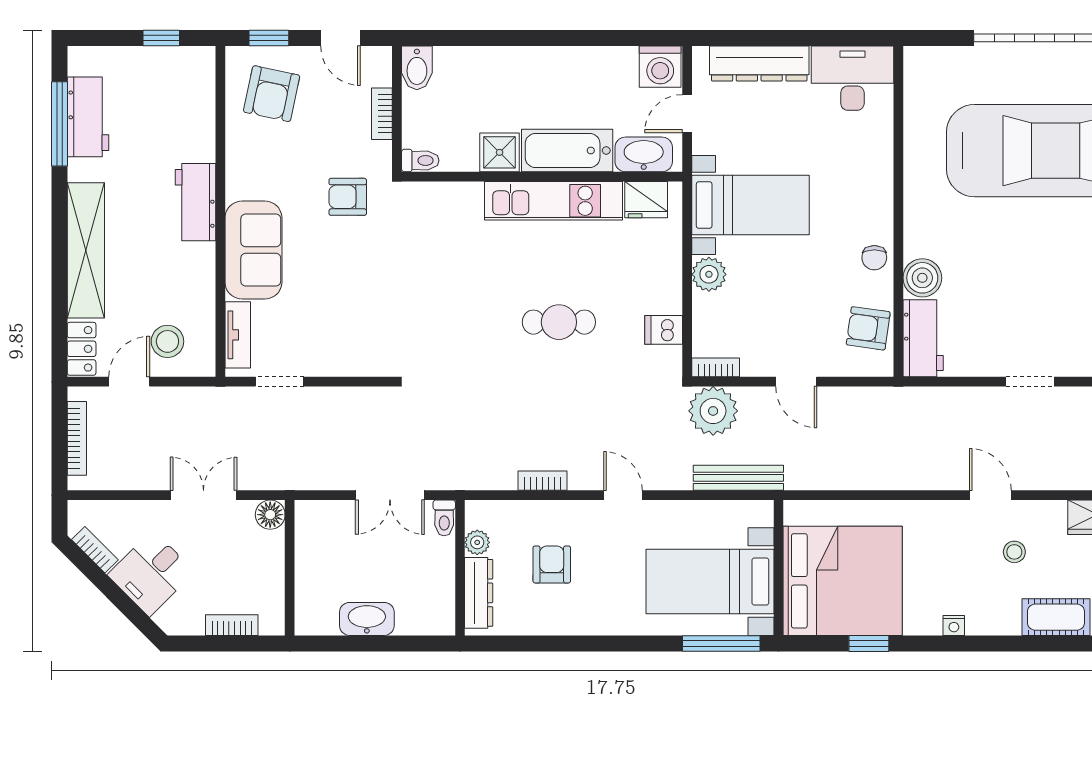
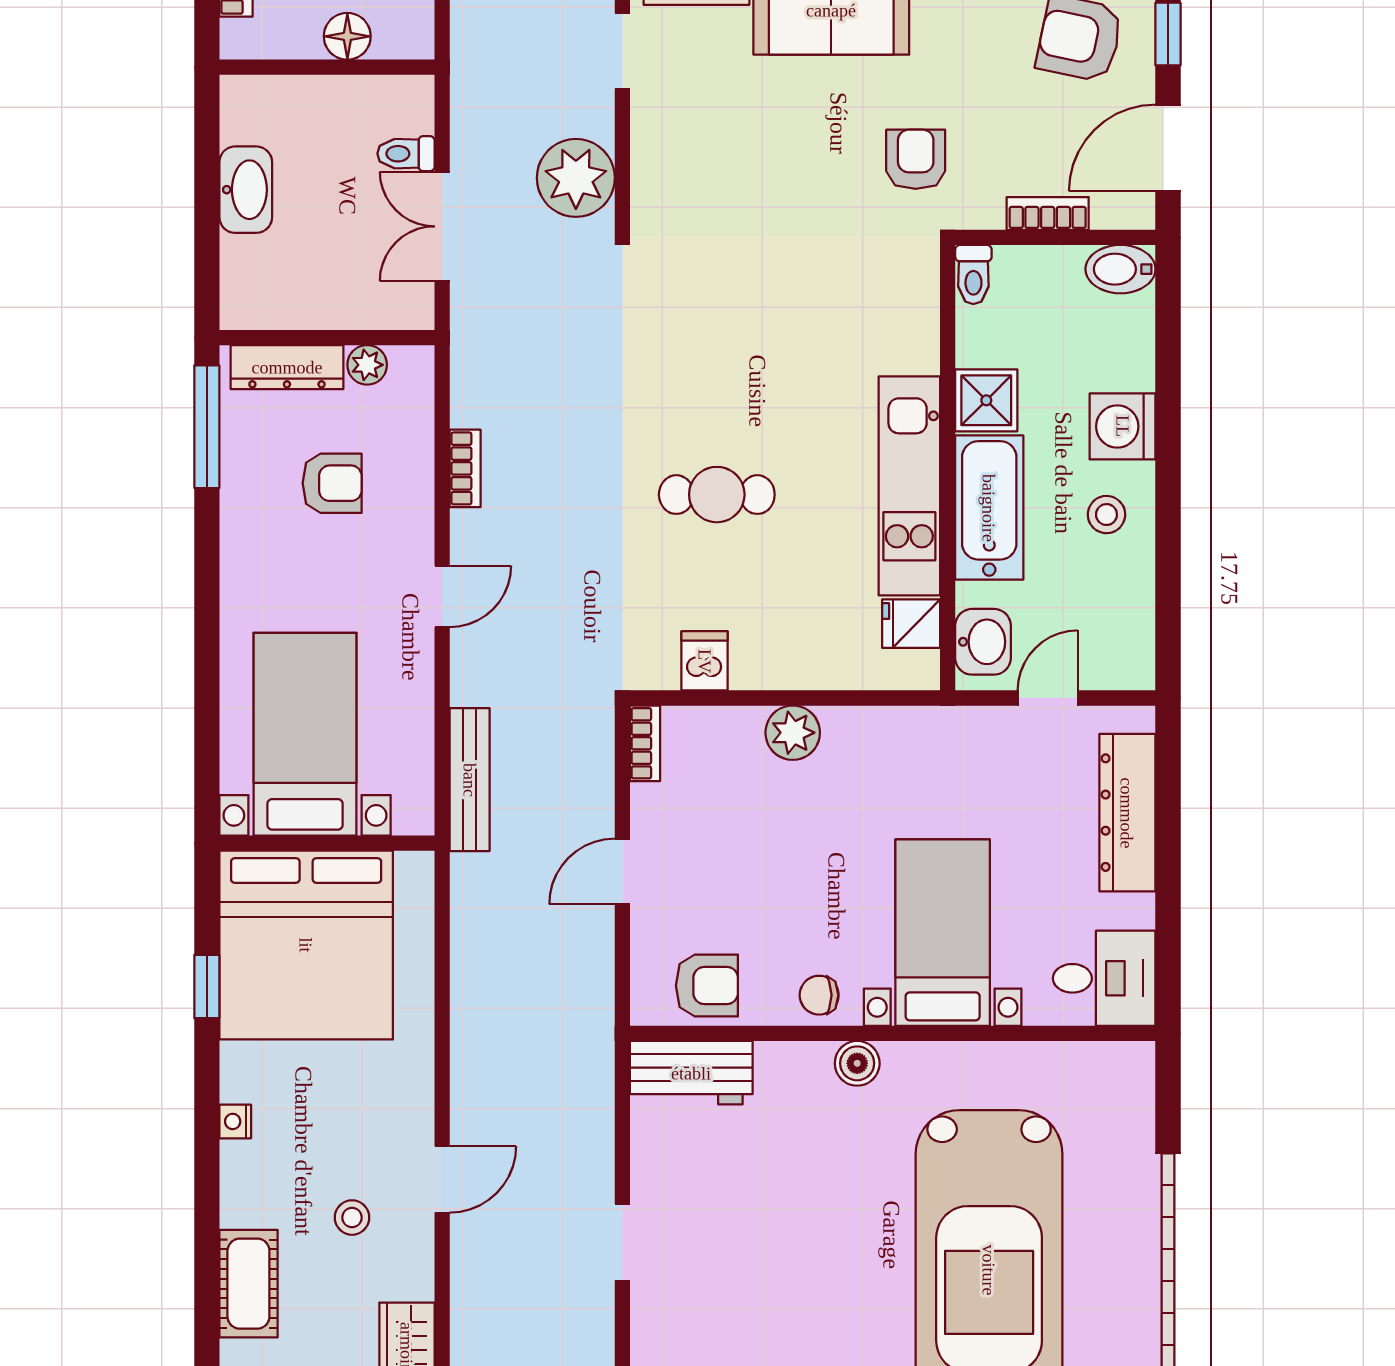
door: (340, 38) -> (1168, 148), width x1.37
washing machine: (660, 67) -> (1123, 426), moved
stool: (572, 77) -> (1106, 515), added
desk: (852, 78) -> (1104, 978), width x0.73
door: (687, 114) -> (1048, 698), hinge flipped
washbasin: (644, 154) -> (983, 642), width x0.72
fridge: (646, 200) -> (911, 624), width x0.72
bed with nightstands: (751, 205) -> (943, 933), moved, turned 180
boiler: (922, 278) -> (857, 1063), moved, width x0.73, depth x0.73
cafe table: (559, 322) -> (717, 495), turned 90
armchair: (868, 328) -> (707, 986), turned 82
plant: (713, 411) -> (576, 178), moved
floor lamp: (270, 515) -> (347, 36), moved
toilet: (444, 518) -> (406, 154), moved
window: (721, 643) -> (207, 427), moved

